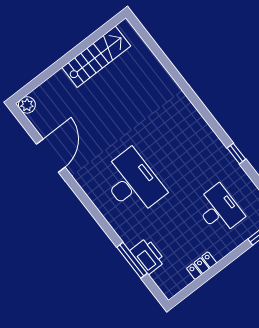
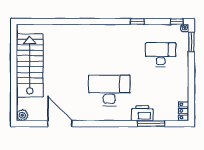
stairs: (96, 57) -> (30, 65), width x1.36, depth x1.51
printer: (148, 256) -> (142, 113), moved
locker: (202, 266) -> (184, 111), moved

